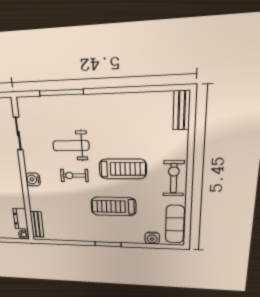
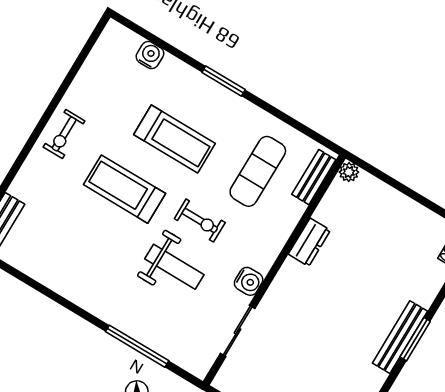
exercise bike: (174, 178) -> (64, 134), width x0.73, depth x0.72
water cooler: (33, 179) -> (249, 281), moved
dresser: (21, 219) -> (309, 242), moved
exercise mat: (175, 224) -> (258, 171), moved

